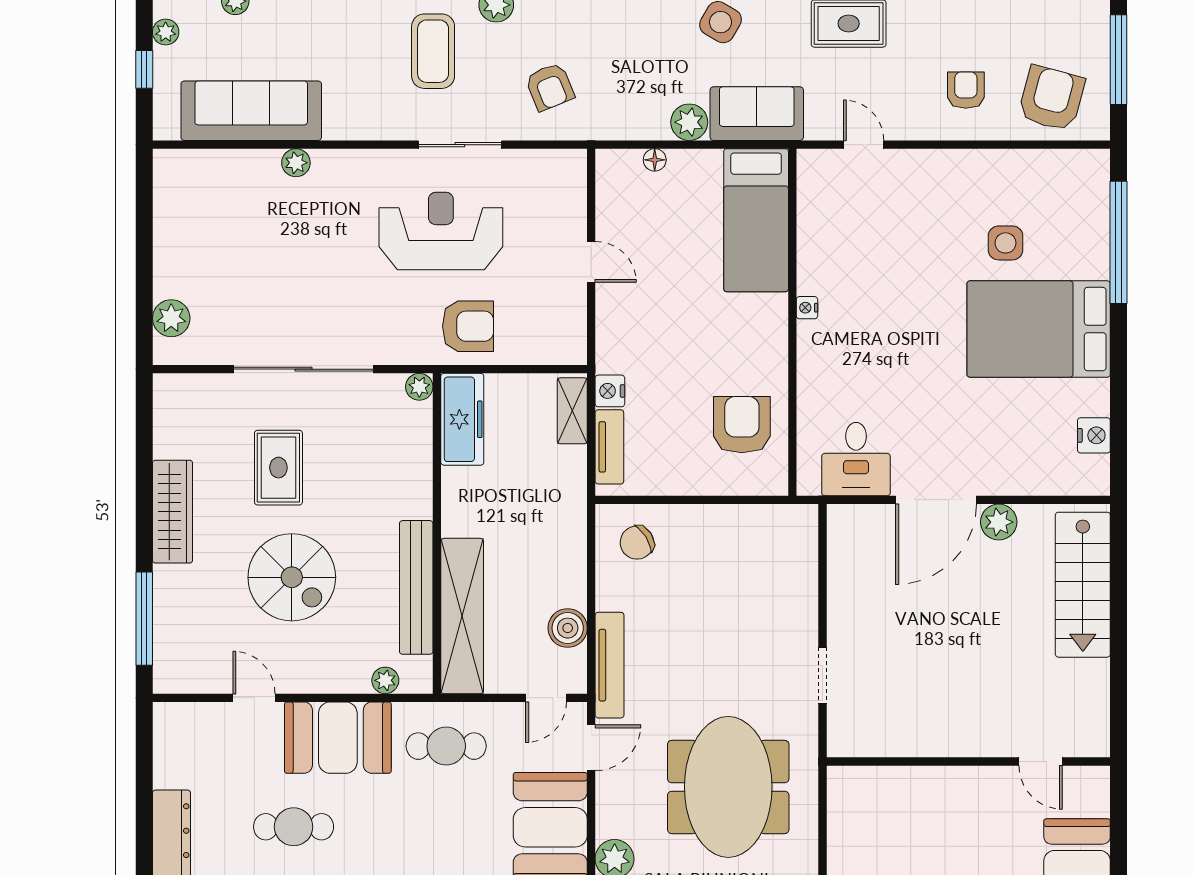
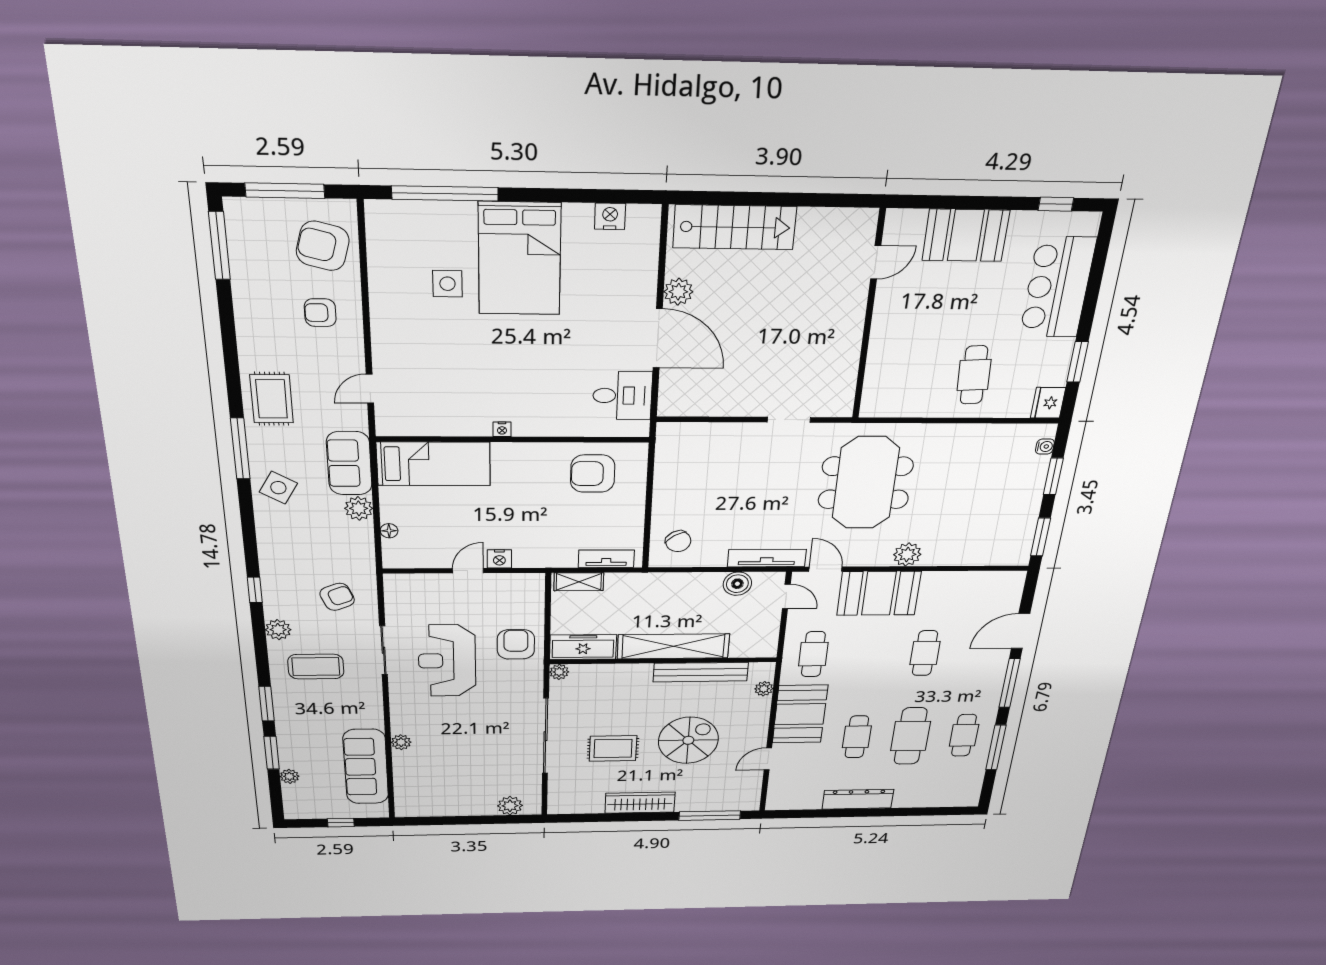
plant: (166, 32) -> (314, 812), removed
nightstand: (610, 391) -> (499, 559), moved
shelving: (462, 616) -> (673, 646), moved
meeting table: (728, 787) -> (866, 483), turned 90

